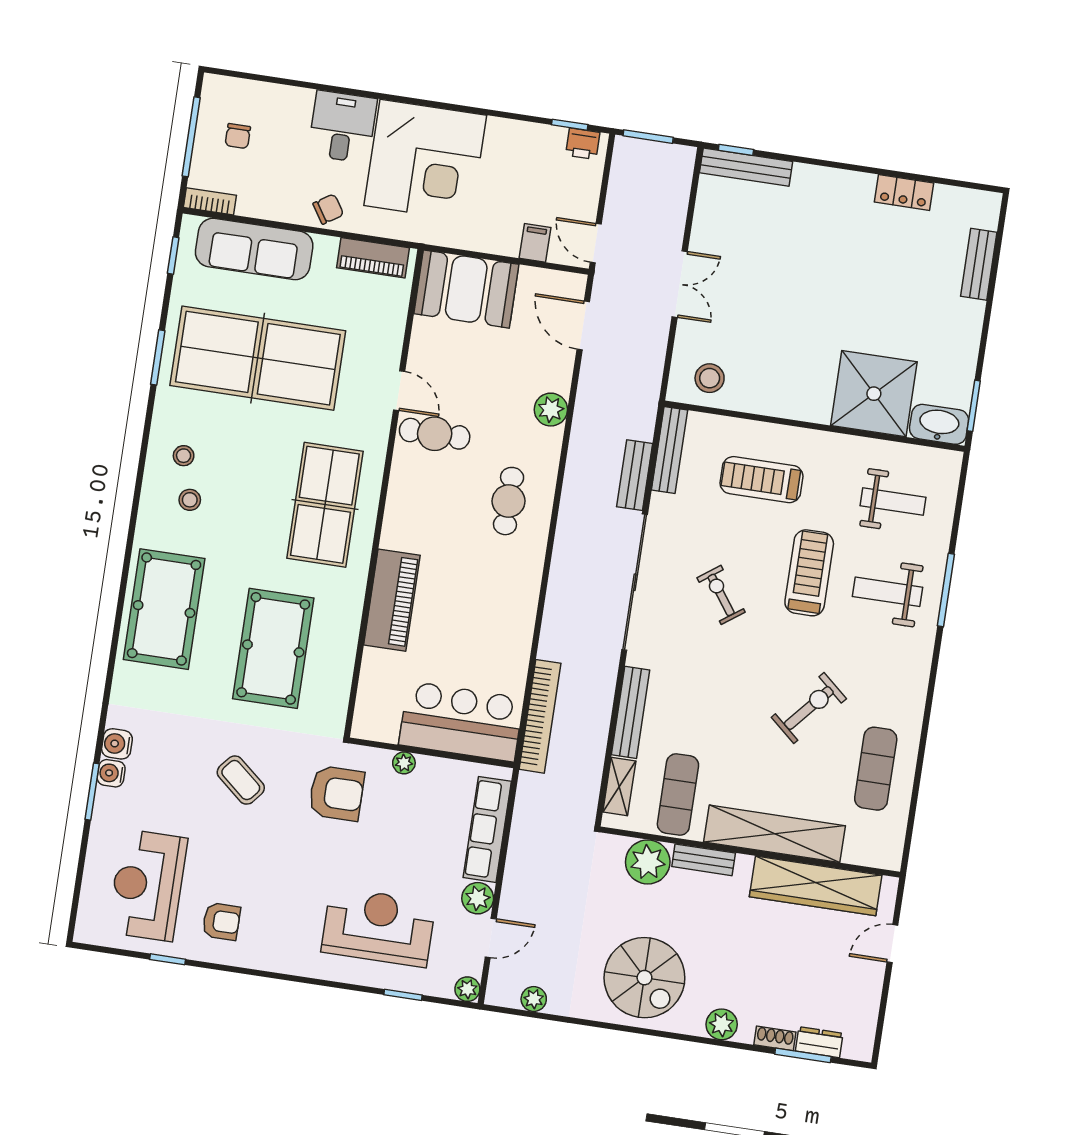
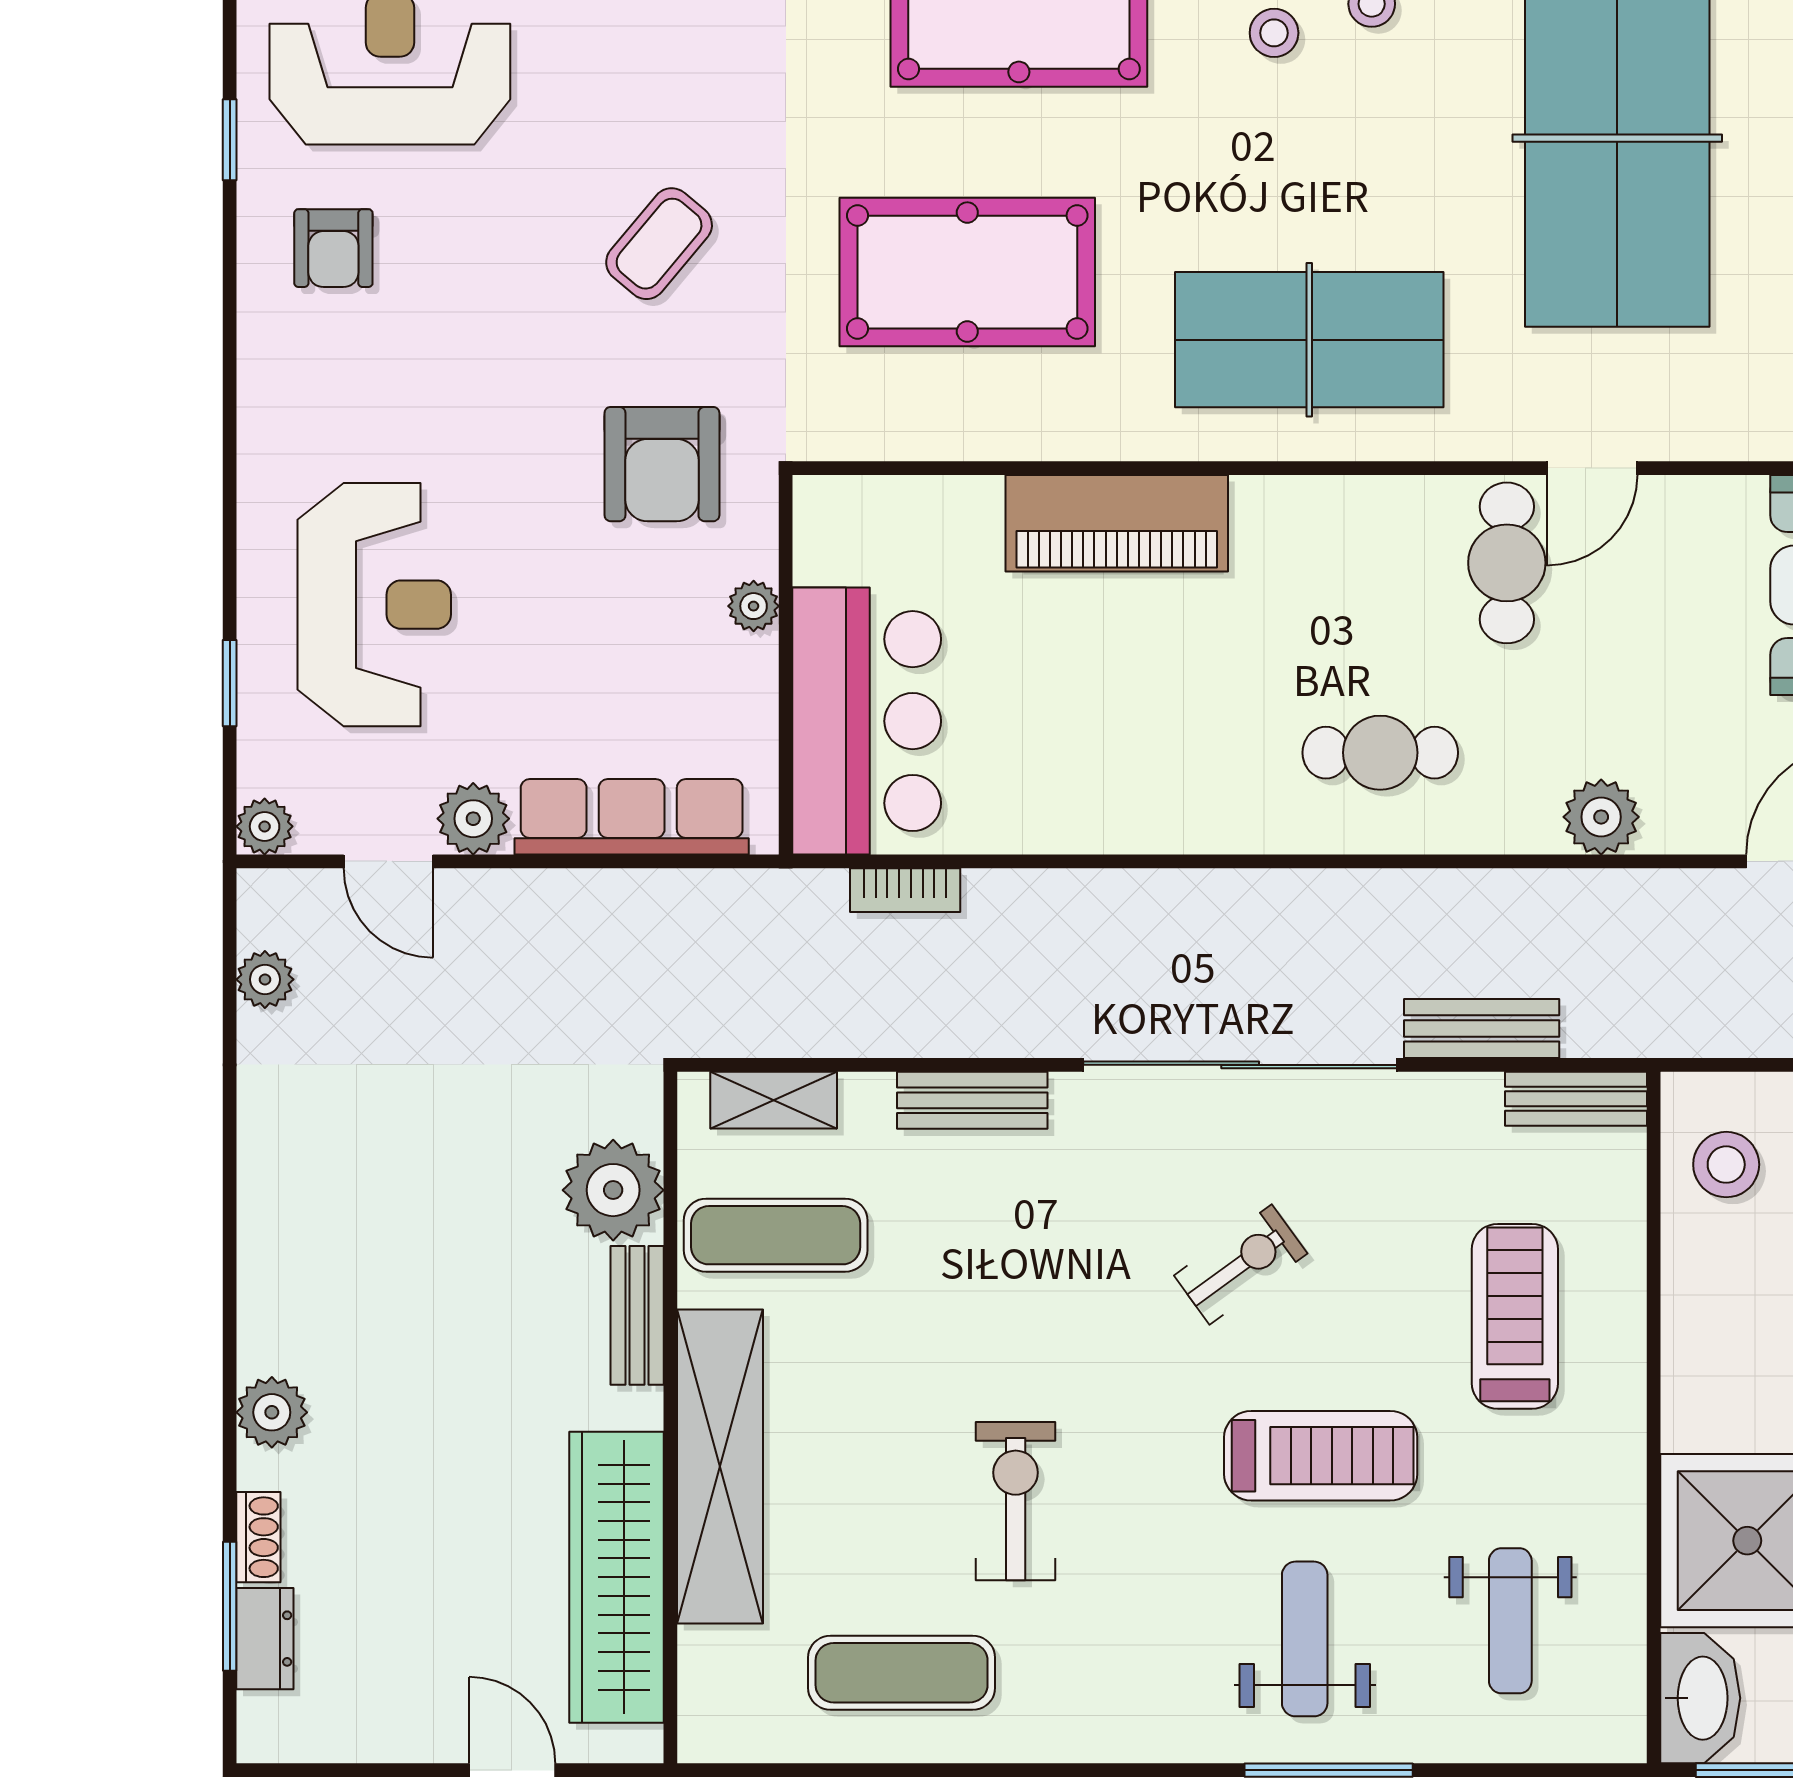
bench: (670, 450) -> (1576, 1099), width x0.73
exercise bike: (809, 708) -> (1016, 1501), turned -131
bench: (631, 712) -> (972, 1100), width x0.73
bookcase: (540, 716) -> (905, 890), width x0.43, depth x0.76
spiral stairs: (644, 978) -> (351, 1222), removed

